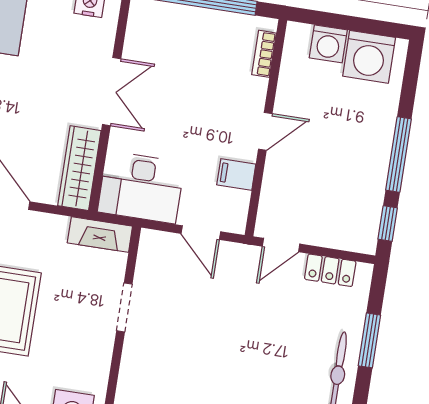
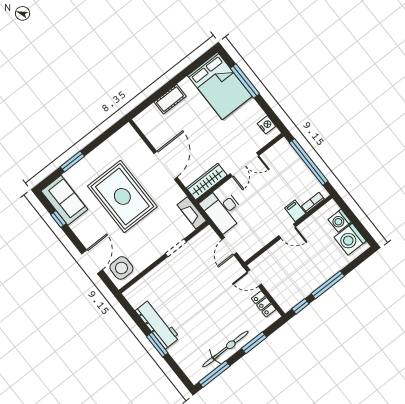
filing cabinet: (236, 174) -> (295, 211), moved

